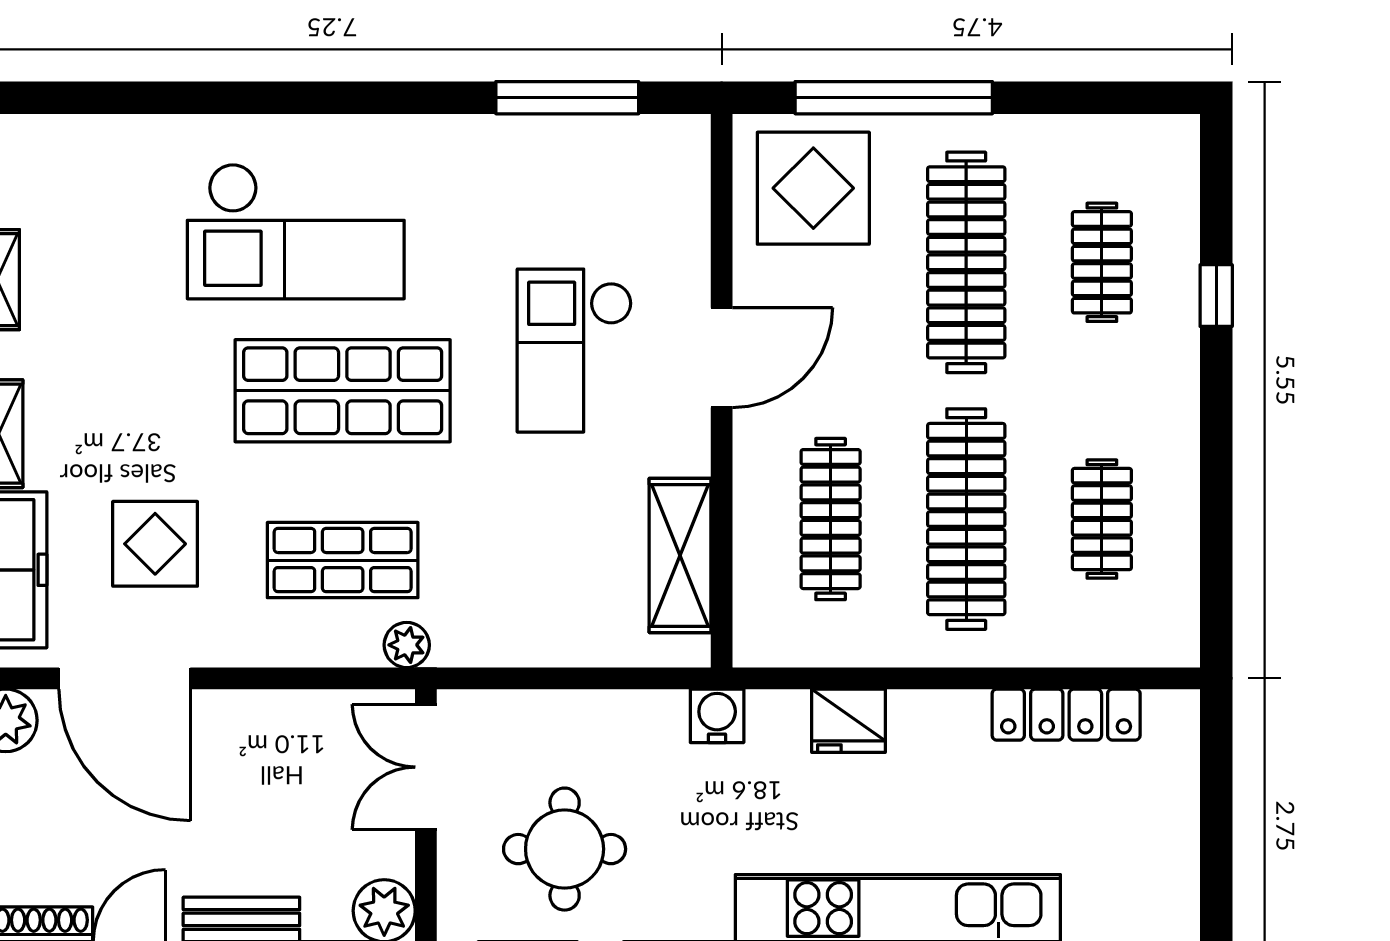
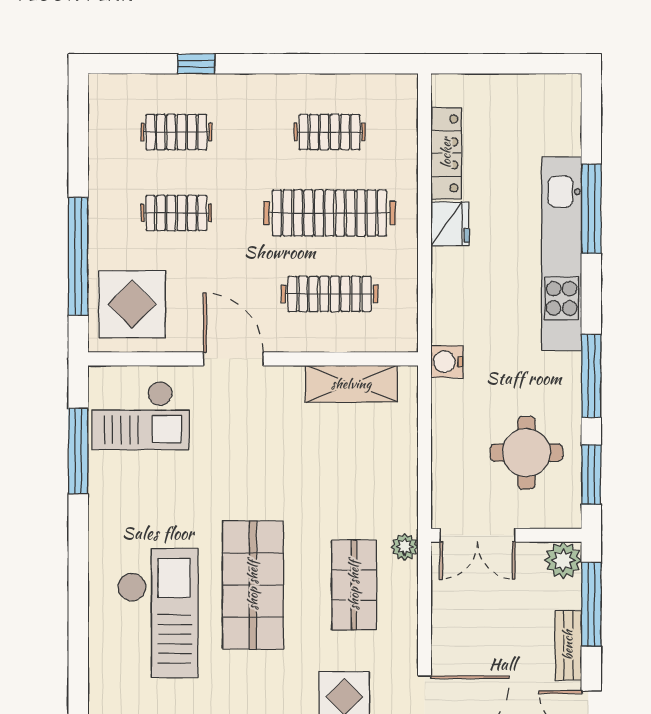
clothes rail: (966, 262) -> (176, 213), width x0.54, depth x0.76
checkout: (575, 351) -> (141, 416), moved
fridge: (849, 721) -> (450, 224), moved

